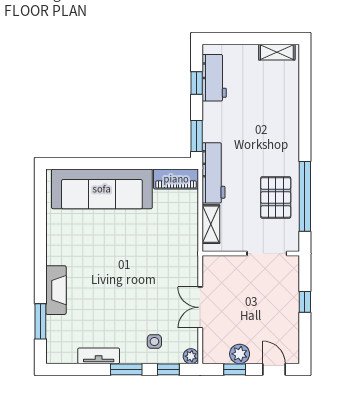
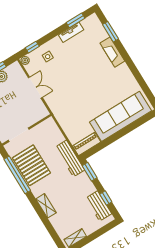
pallet: (276, 197) -> (31, 165), width x1.37, depth x1.41
shelving: (211, 224) -> (46, 206), moved
window: (126, 369) -> (75, 20), moved

